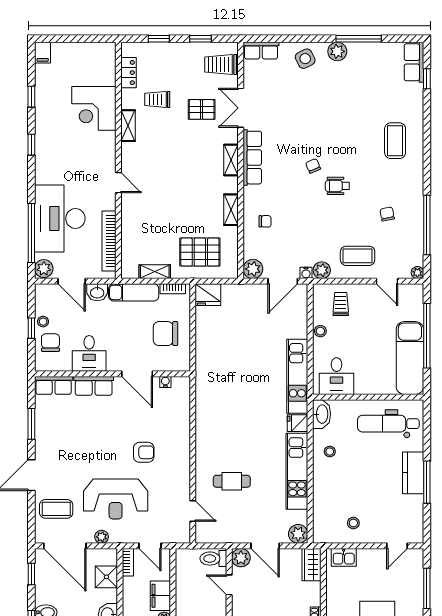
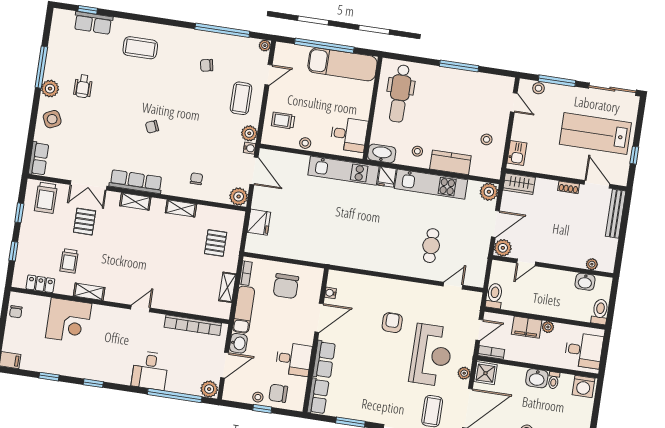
chair: (95, 51) -> (16, 312), added
row of seats: (414, 62) -> (93, 23), moved
wheelchair: (337, 186) -> (83, 86), moved
desk: (60, 218) -> (150, 370), width x0.53, depth x0.77
pallet: (200, 252) -> (216, 243), width x0.67, depth x0.71
fridge: (208, 295) -> (259, 222), moved
kitchen counter: (413, 473) -> (450, 162), moved, turned 180
toilet: (213, 559) -> (494, 296), moved, turned 180
stool: (416, 570) -> (538, 88), added
shower: (106, 577) -> (485, 373), moved

